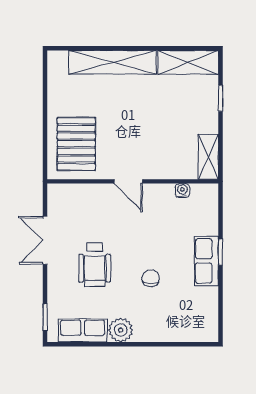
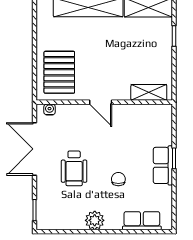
shelving: (208, 157) -> (149, 92), moved, turned 90
water cooler: (182, 191) -> (50, 109), moved
double door: (45, 240) -> (35, 149), width x1.37
row of seats: (83, 330) -> (142, 221), moved

